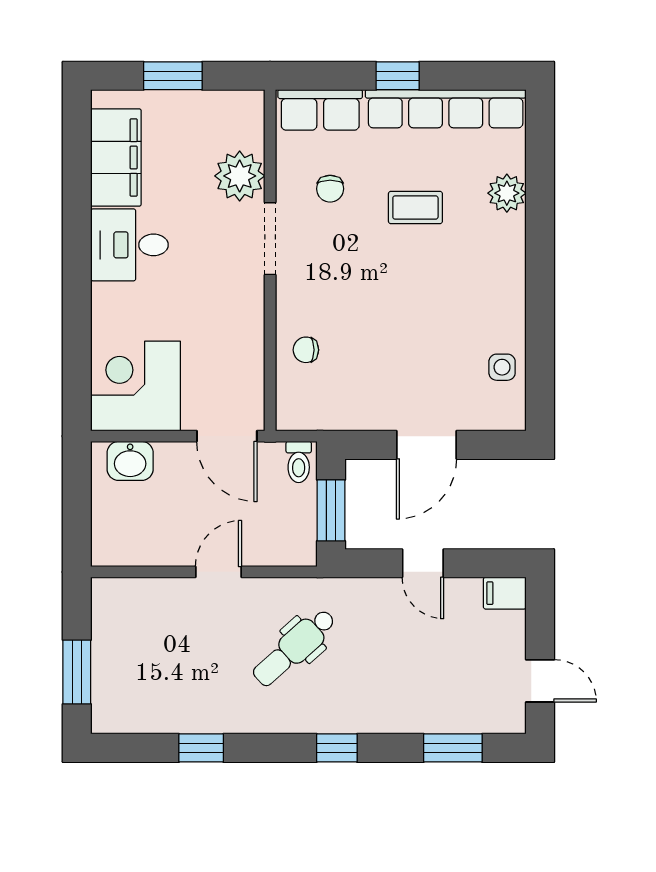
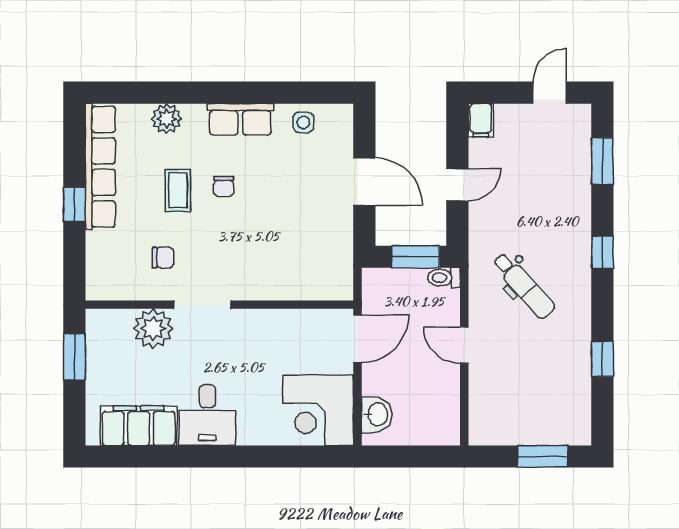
window: (173, 76) -> (74, 357), moved
row of seats: (320, 110) -> (240, 119), moved, turned 90
chair: (306, 350) -> (224, 186), moved
toilet: (299, 462) -> (444, 278), moved, turned 180

